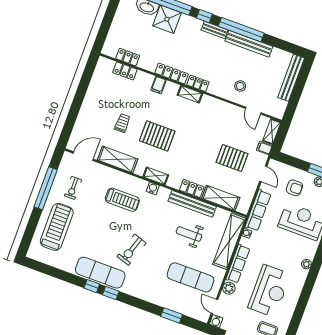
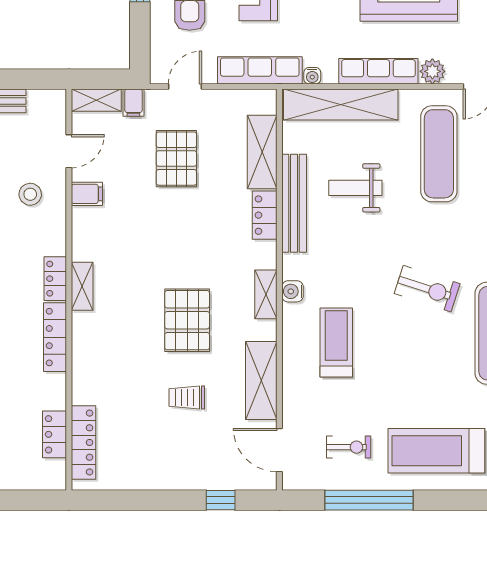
locker: (125, 71) -> (83, 442), width x1.53
filing cabinet: (158, 85) -> (87, 194), moved
window: (70, 121) -> (221, 500), added
weight bench: (189, 234) -> (355, 188), turned 90

